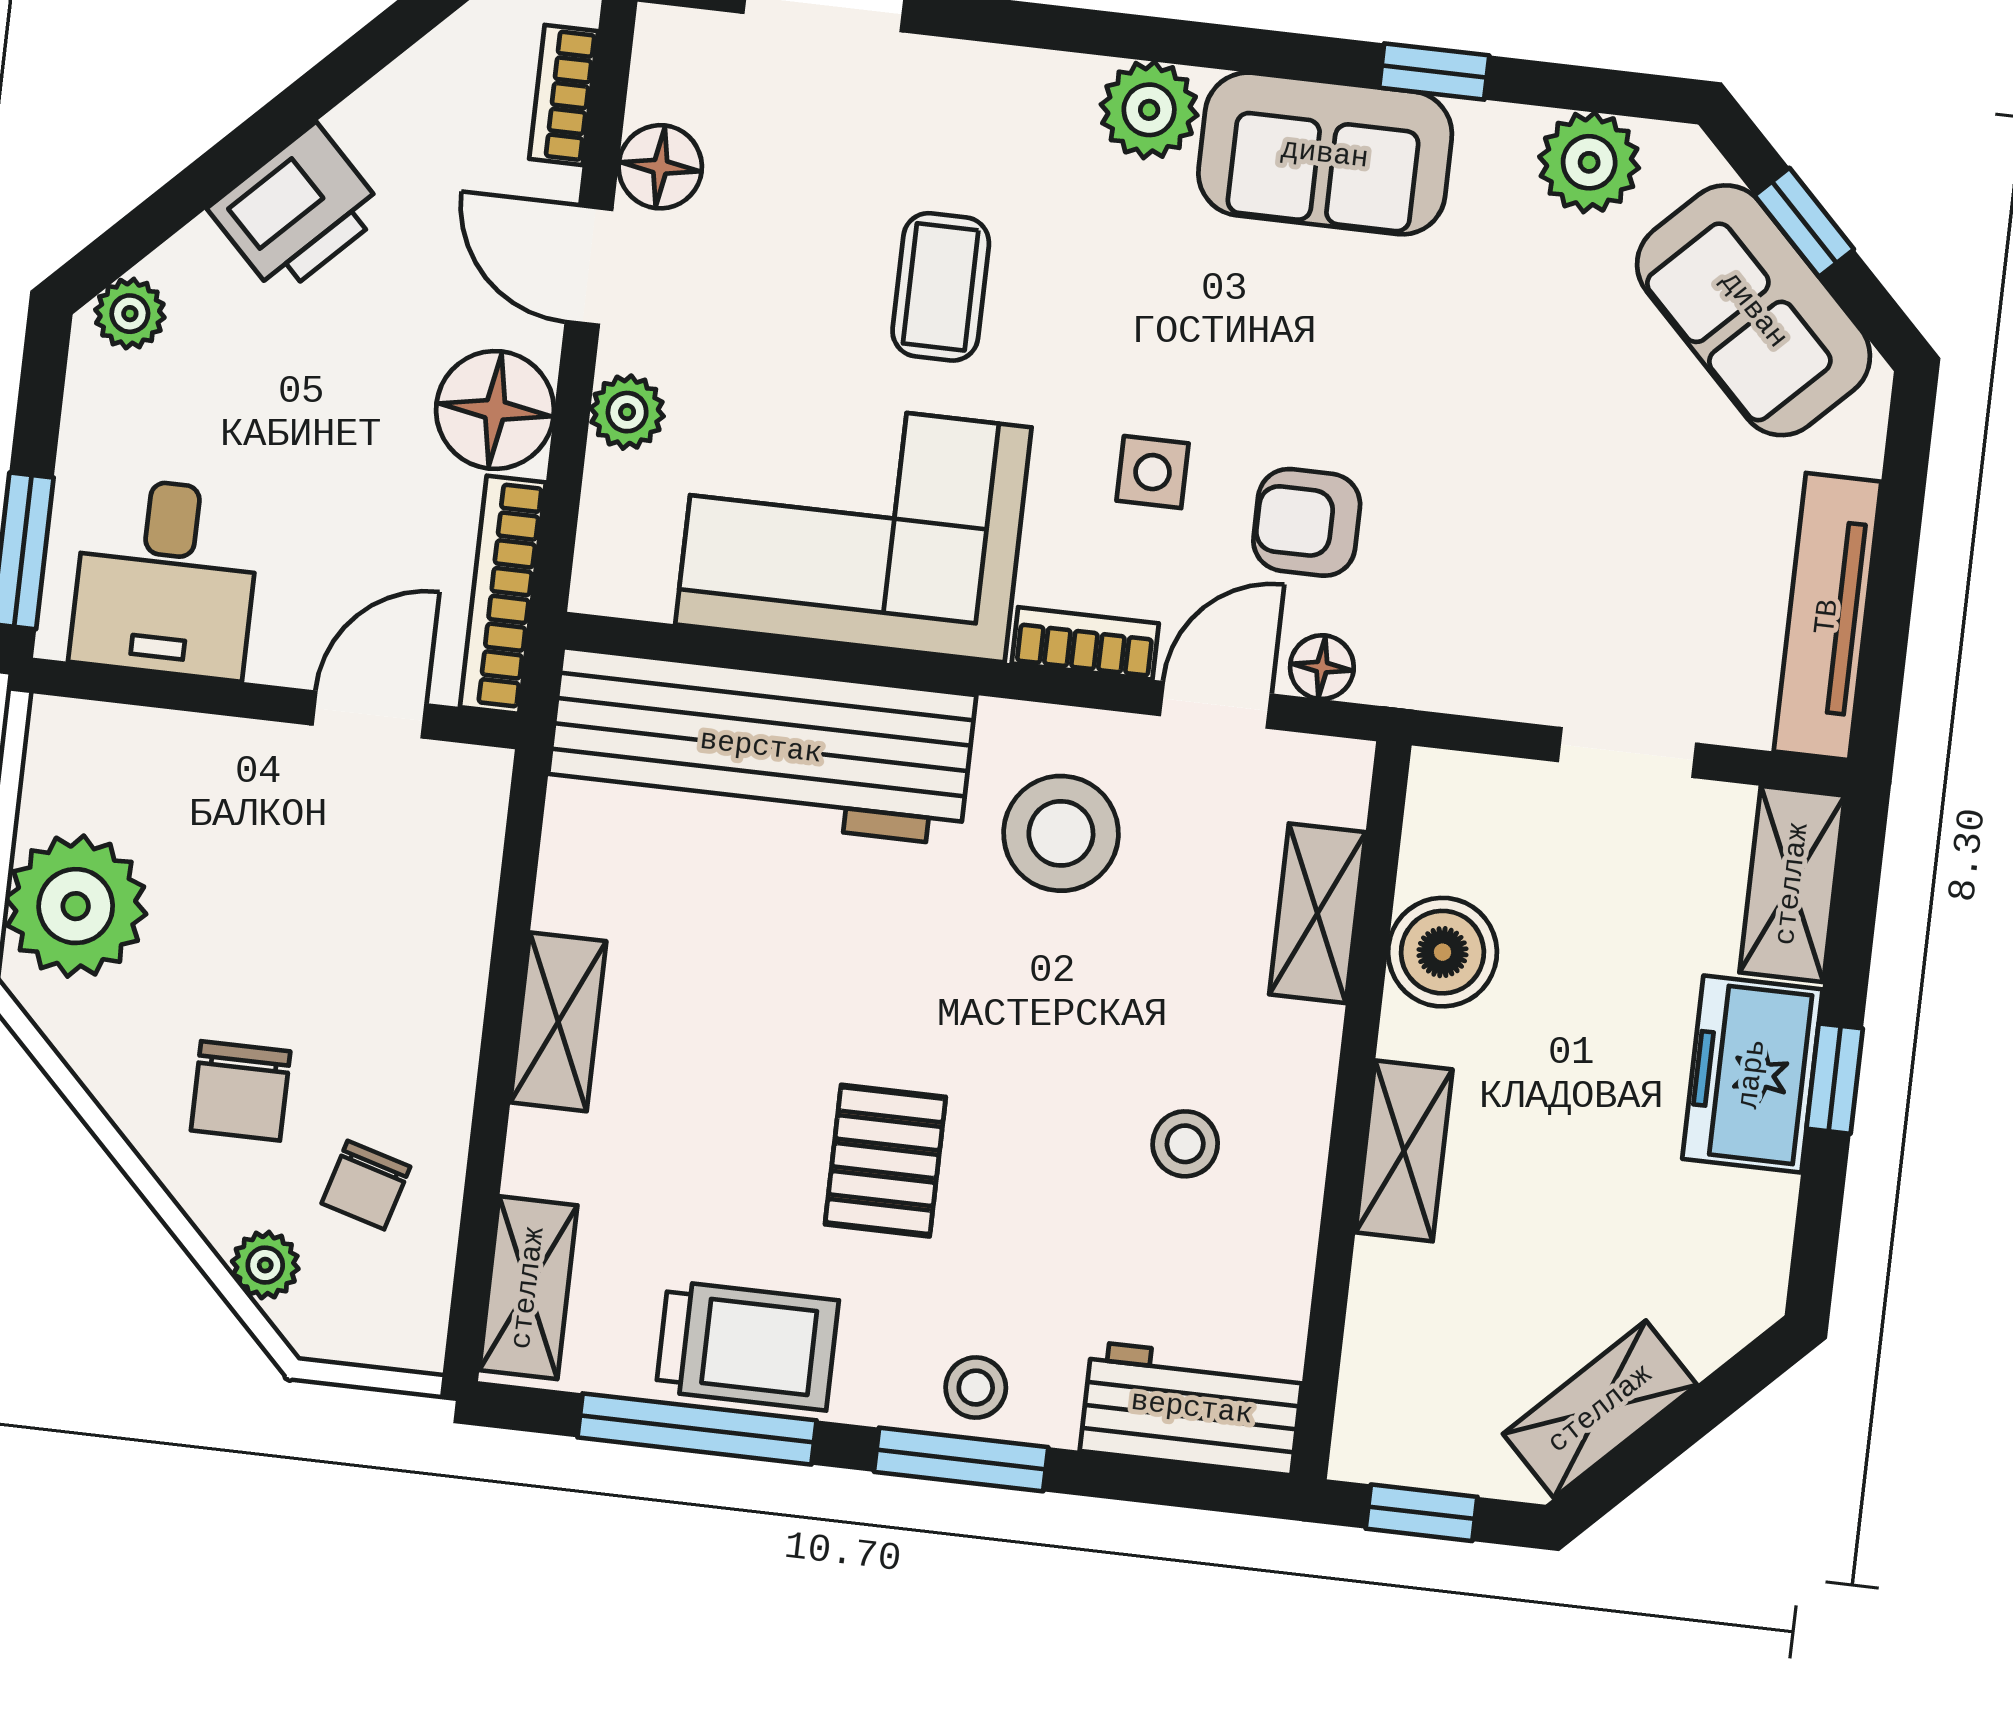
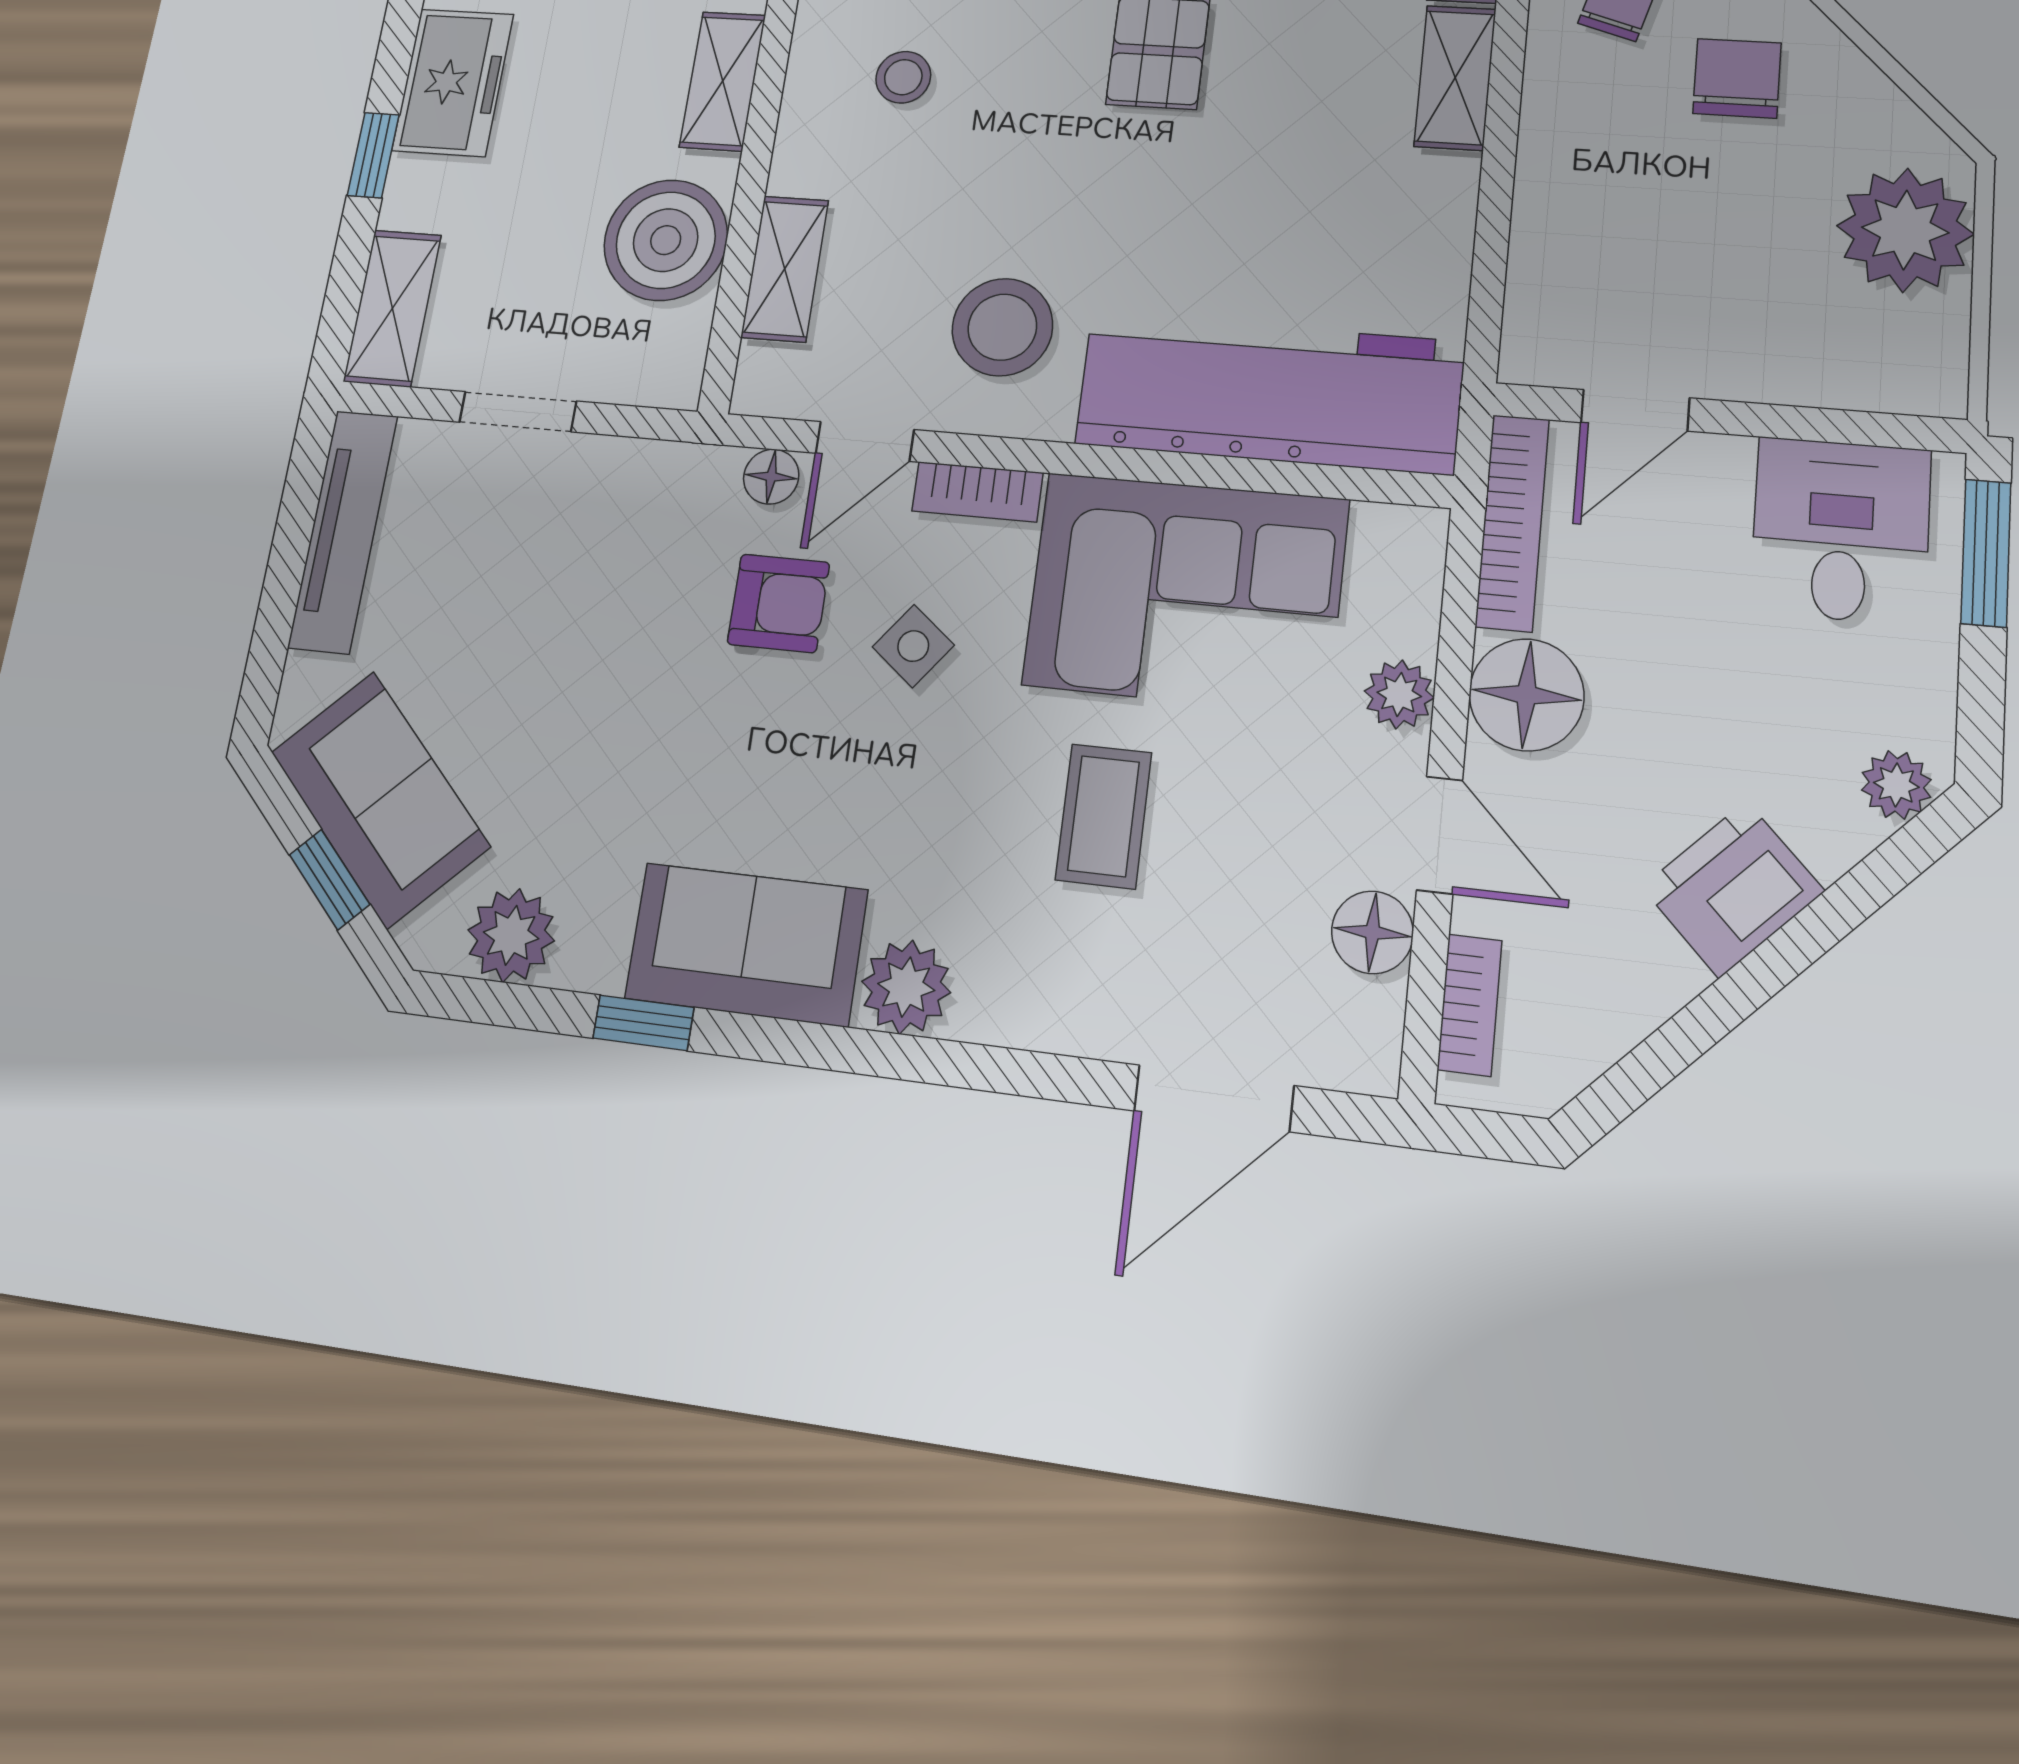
side table: (1153, 472) -> (913, 646), turned 38
boiler: (1442, 952) -> (666, 240), width x1.37, depth x1.37
shelving: (558, 1022) -> (1455, 78), moved
freezer: (1752, 1074) -> (453, 82), moved

